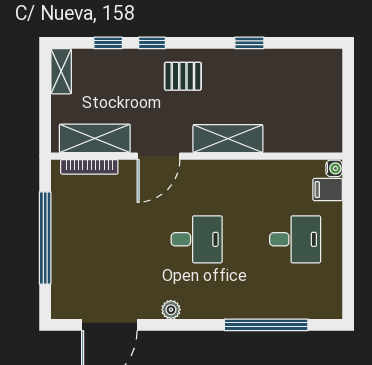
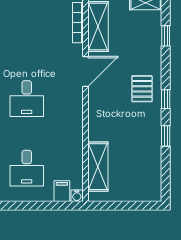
window: (152, 43) -> (166, 99), moved
shelving: (228, 139) -> (98, 167), moved
door: (158, 156) -> (86, 72), swing flipped

